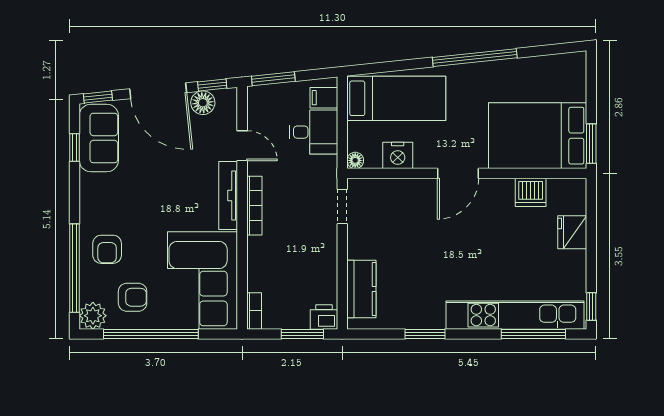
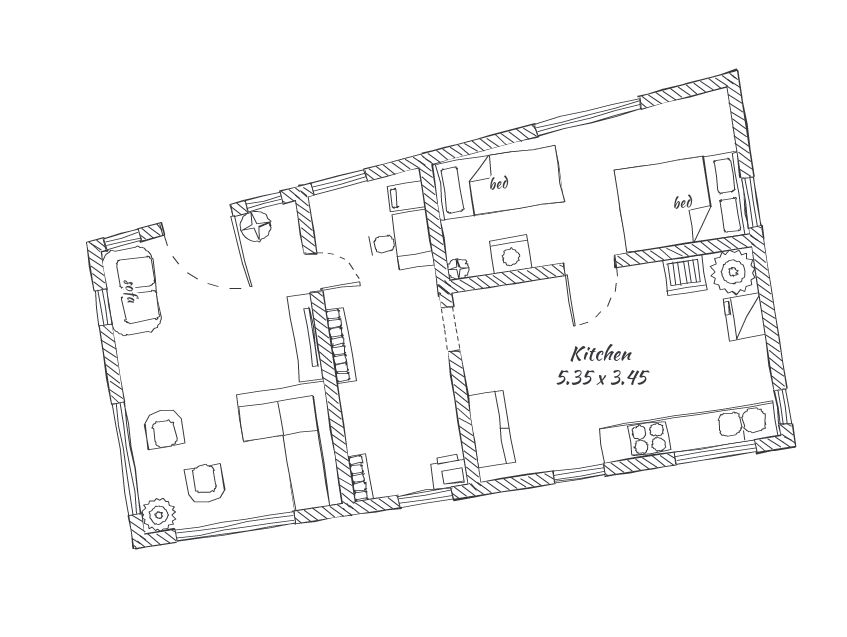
plant: (569, 196) -> (733, 272), added
armchair: (133, 297) -> (205, 484), turned -90

